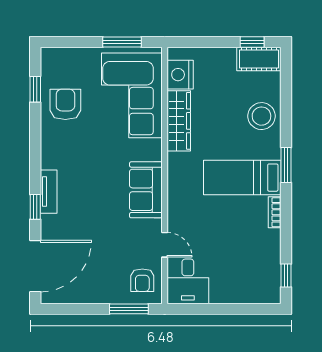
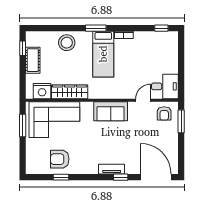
cot: (259, 59) -> (33, 60), moved
window: (35, 89) -> (61, 177), moved
armchair: (142, 280) -> (164, 113), turned 90

